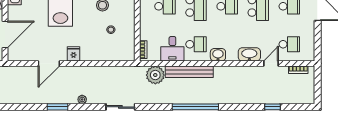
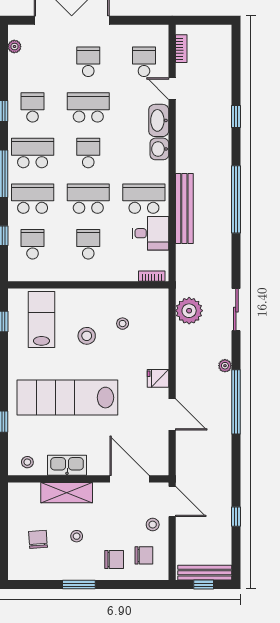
school desk: (196, 44) -> (144, 199), width x1.85
washbasin: (218, 55) -> (159, 149), moved
plant: (155, 75) -> (189, 311), moved
window: (58, 107) -> (236, 402), width x2.11
window: (273, 107) -> (236, 116), moved

